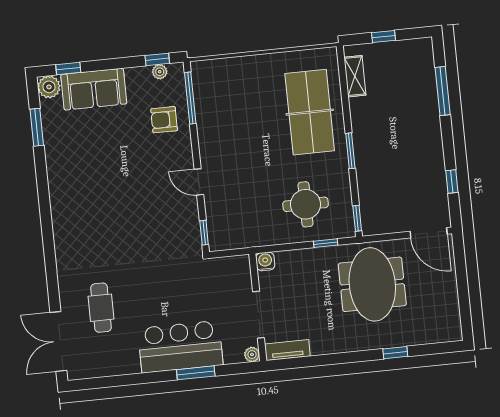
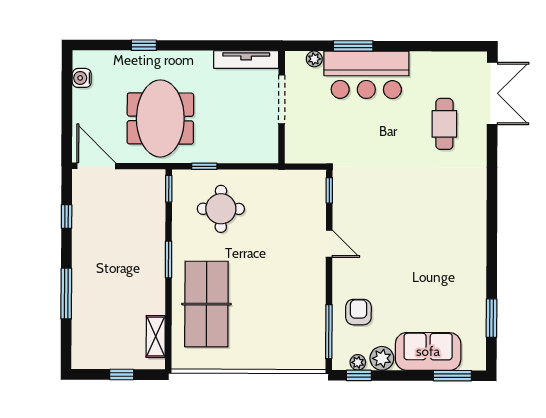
window: (68, 68) -> (452, 376), width x1.50
plant: (49, 87) -> (382, 358), moved
window: (443, 91) -> (66, 294), moved
armchair: (164, 120) -> (358, 312), turned -90
water cooler: (265, 261) -> (82, 78), moved, turned 90
tv unit: (287, 350) -> (246, 60), width x1.41
plant: (252, 354) -> (314, 59), moved

